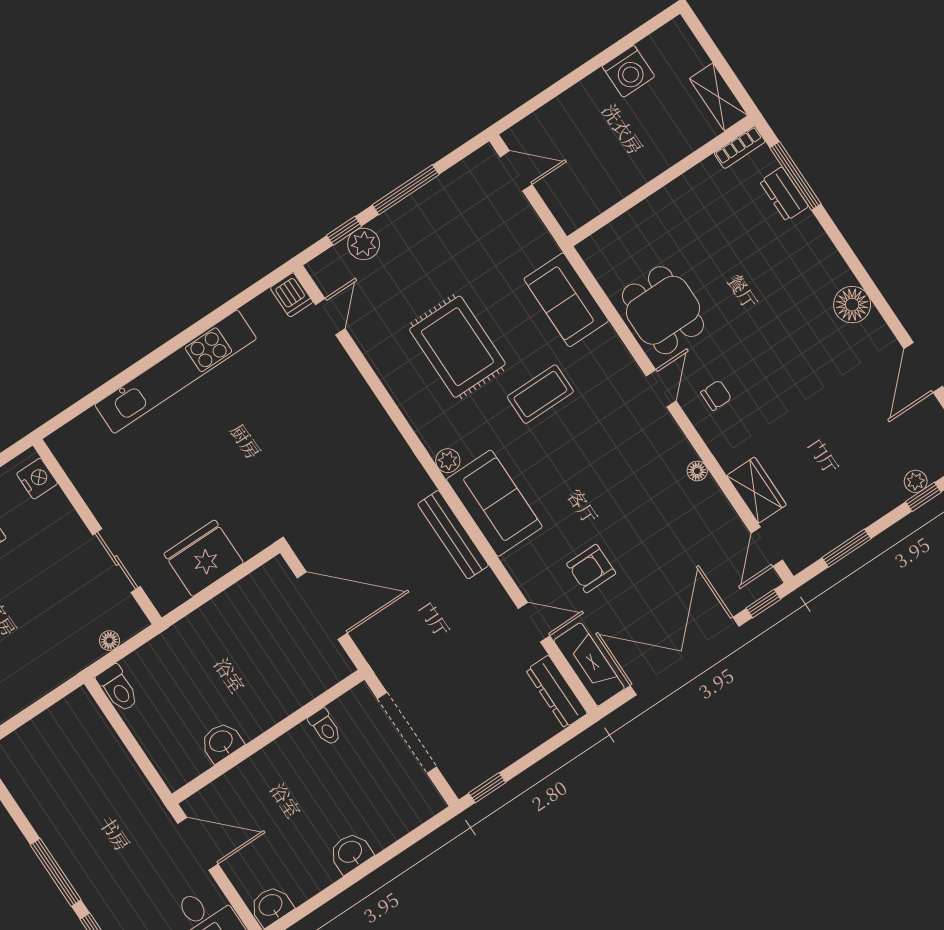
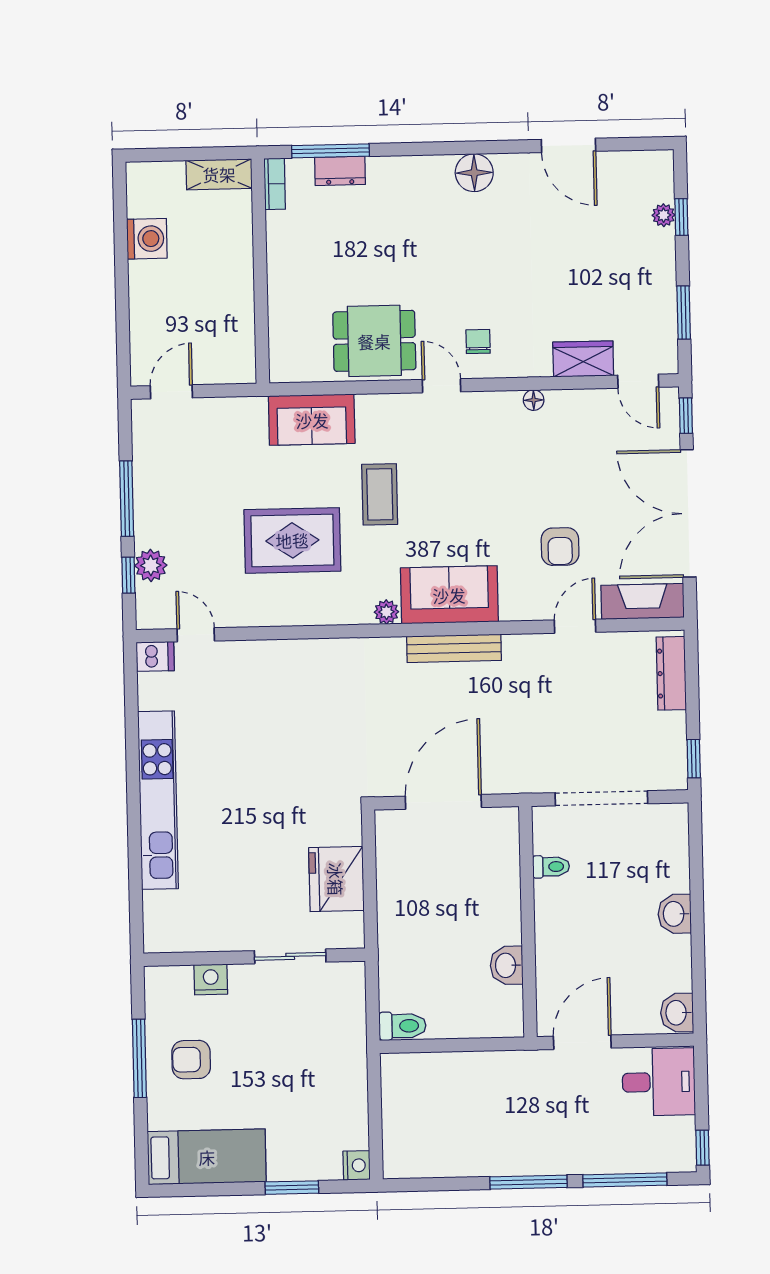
nightstand: (37, 479) -> (211, 979), moved
floor lamp: (109, 641) -> (356, 1007), removed
dresser: (557, 692) -> (671, 673), moved, turned 90

